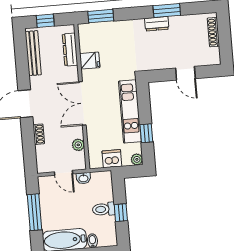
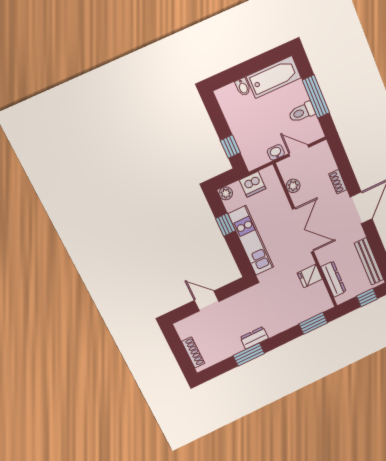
toilet: (104, 209) -> (302, 112), moved, turned 180
window: (121, 213) -> (230, 147), moved

